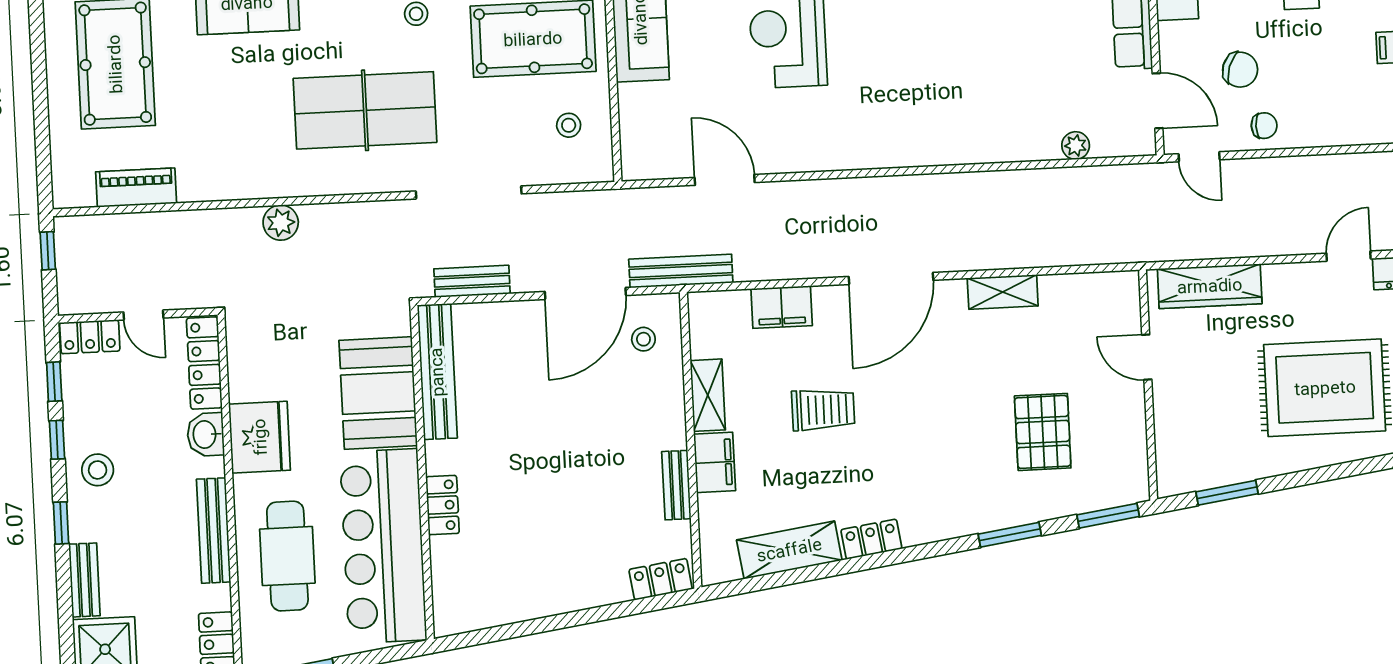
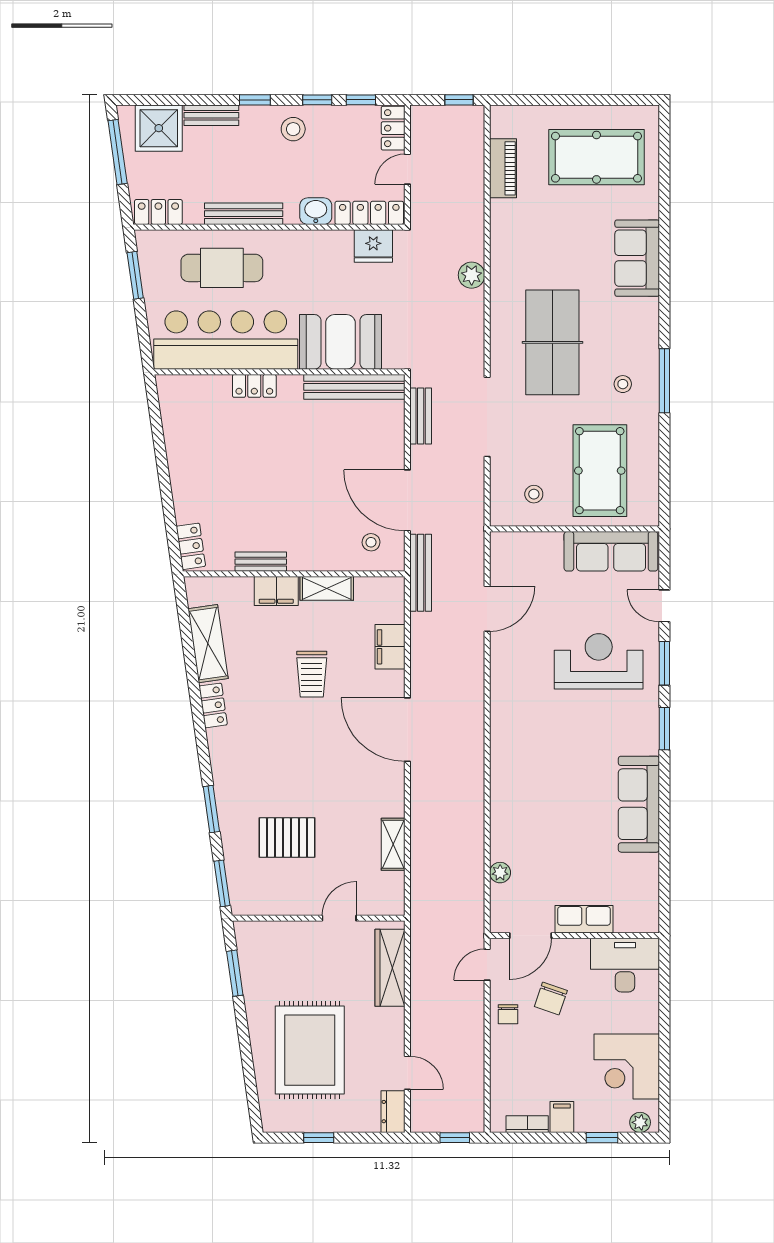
shelving: (1003, 292) -> (393, 844), moved
fridge: (260, 437) -> (373, 246), moved, width x0.73, depth x0.75

